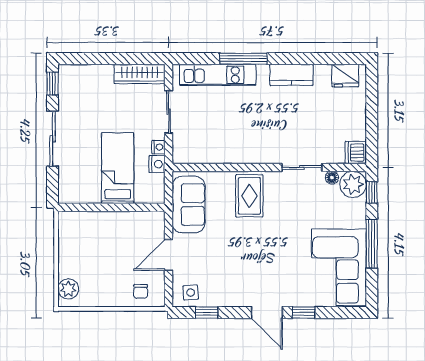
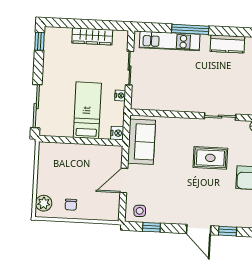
wardrobe: (140, 74) -> (92, 36), moved
sliding door: (53, 139) -> (36, 106), moved
nightstand: (157, 164) -> (117, 133), moved
sliding door: (302, 167) -> (220, 117), moved
rug: (249, 196) -> (210, 158), moved, turned 90
chair: (141, 291) -> (71, 205), moved

